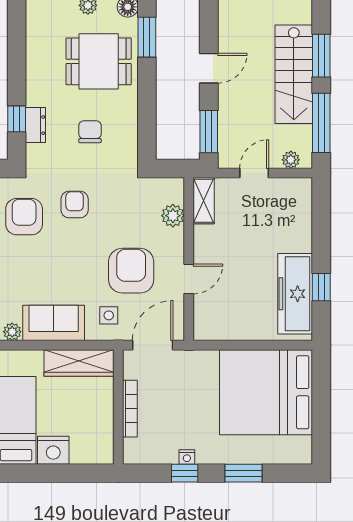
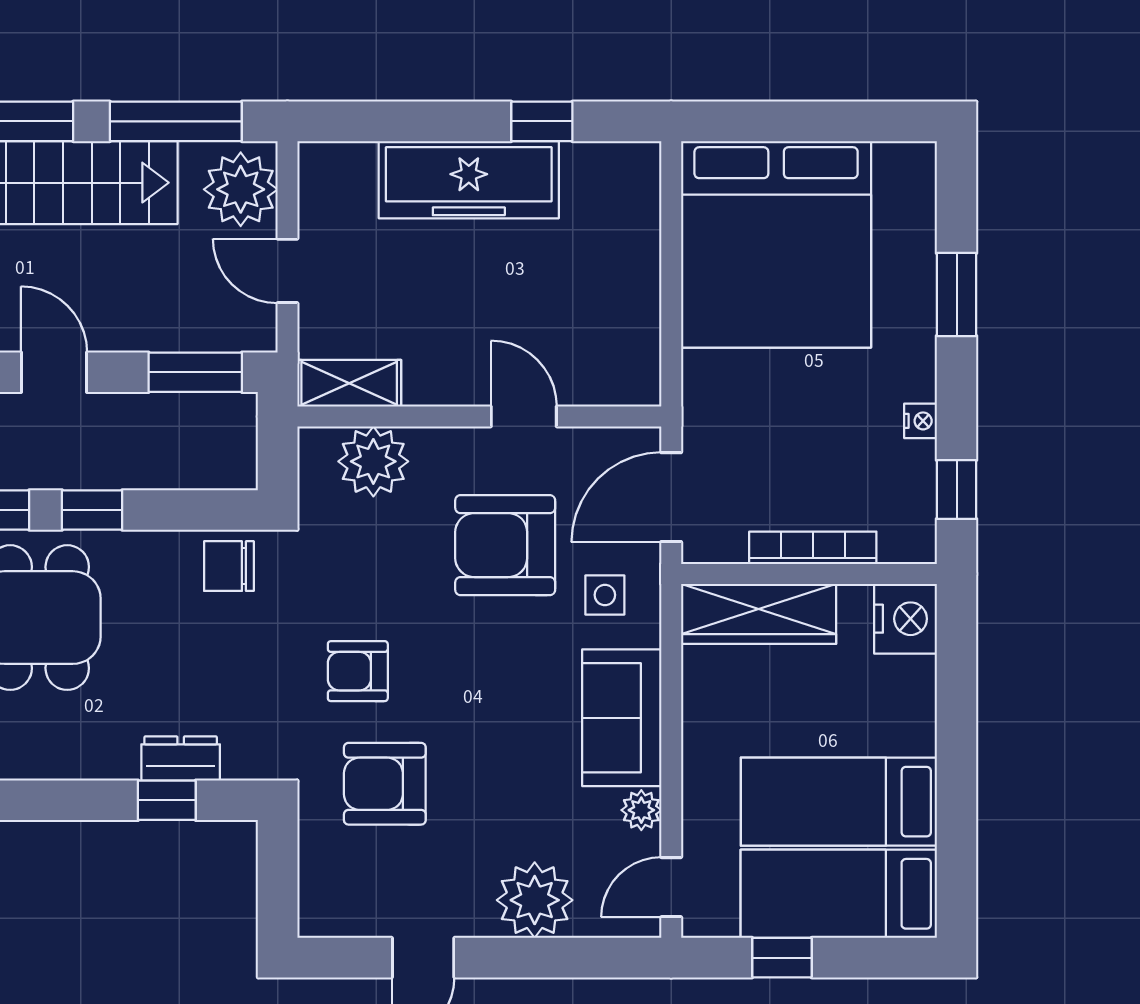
window: (147, 85) -> (92, 510), added
chair: (90, 132) -> (229, 566), moved
plant: (291, 160) -> (241, 189), width x1.88, depth x1.88
plant: (173, 216) -> (373, 461), width x1.36, depth x1.36
freezer: (295, 294) -> (469, 180), moved
door: (153, 345) -> (671, 497), hinge flipped
wardrobe: (79, 363) -> (759, 614), moved, turned 90
nightstand: (53, 450) -> (905, 619), moved
window: (185, 473) -> (957, 489), moved

